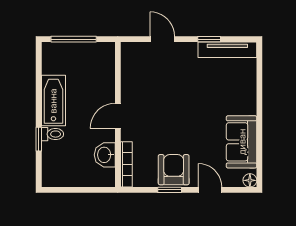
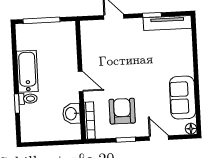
door: (118, 116) -> (81, 81), swing flipped
armchair: (174, 170) -> (122, 111), moved

